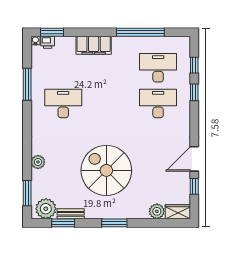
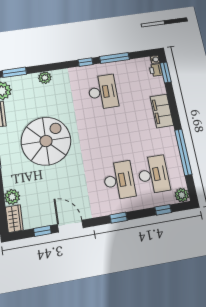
plant: (183, 43) -> (182, 195), added
window: (194, 92) -> (119, 218), moved
window: (27, 116) -> (86, 62), added

